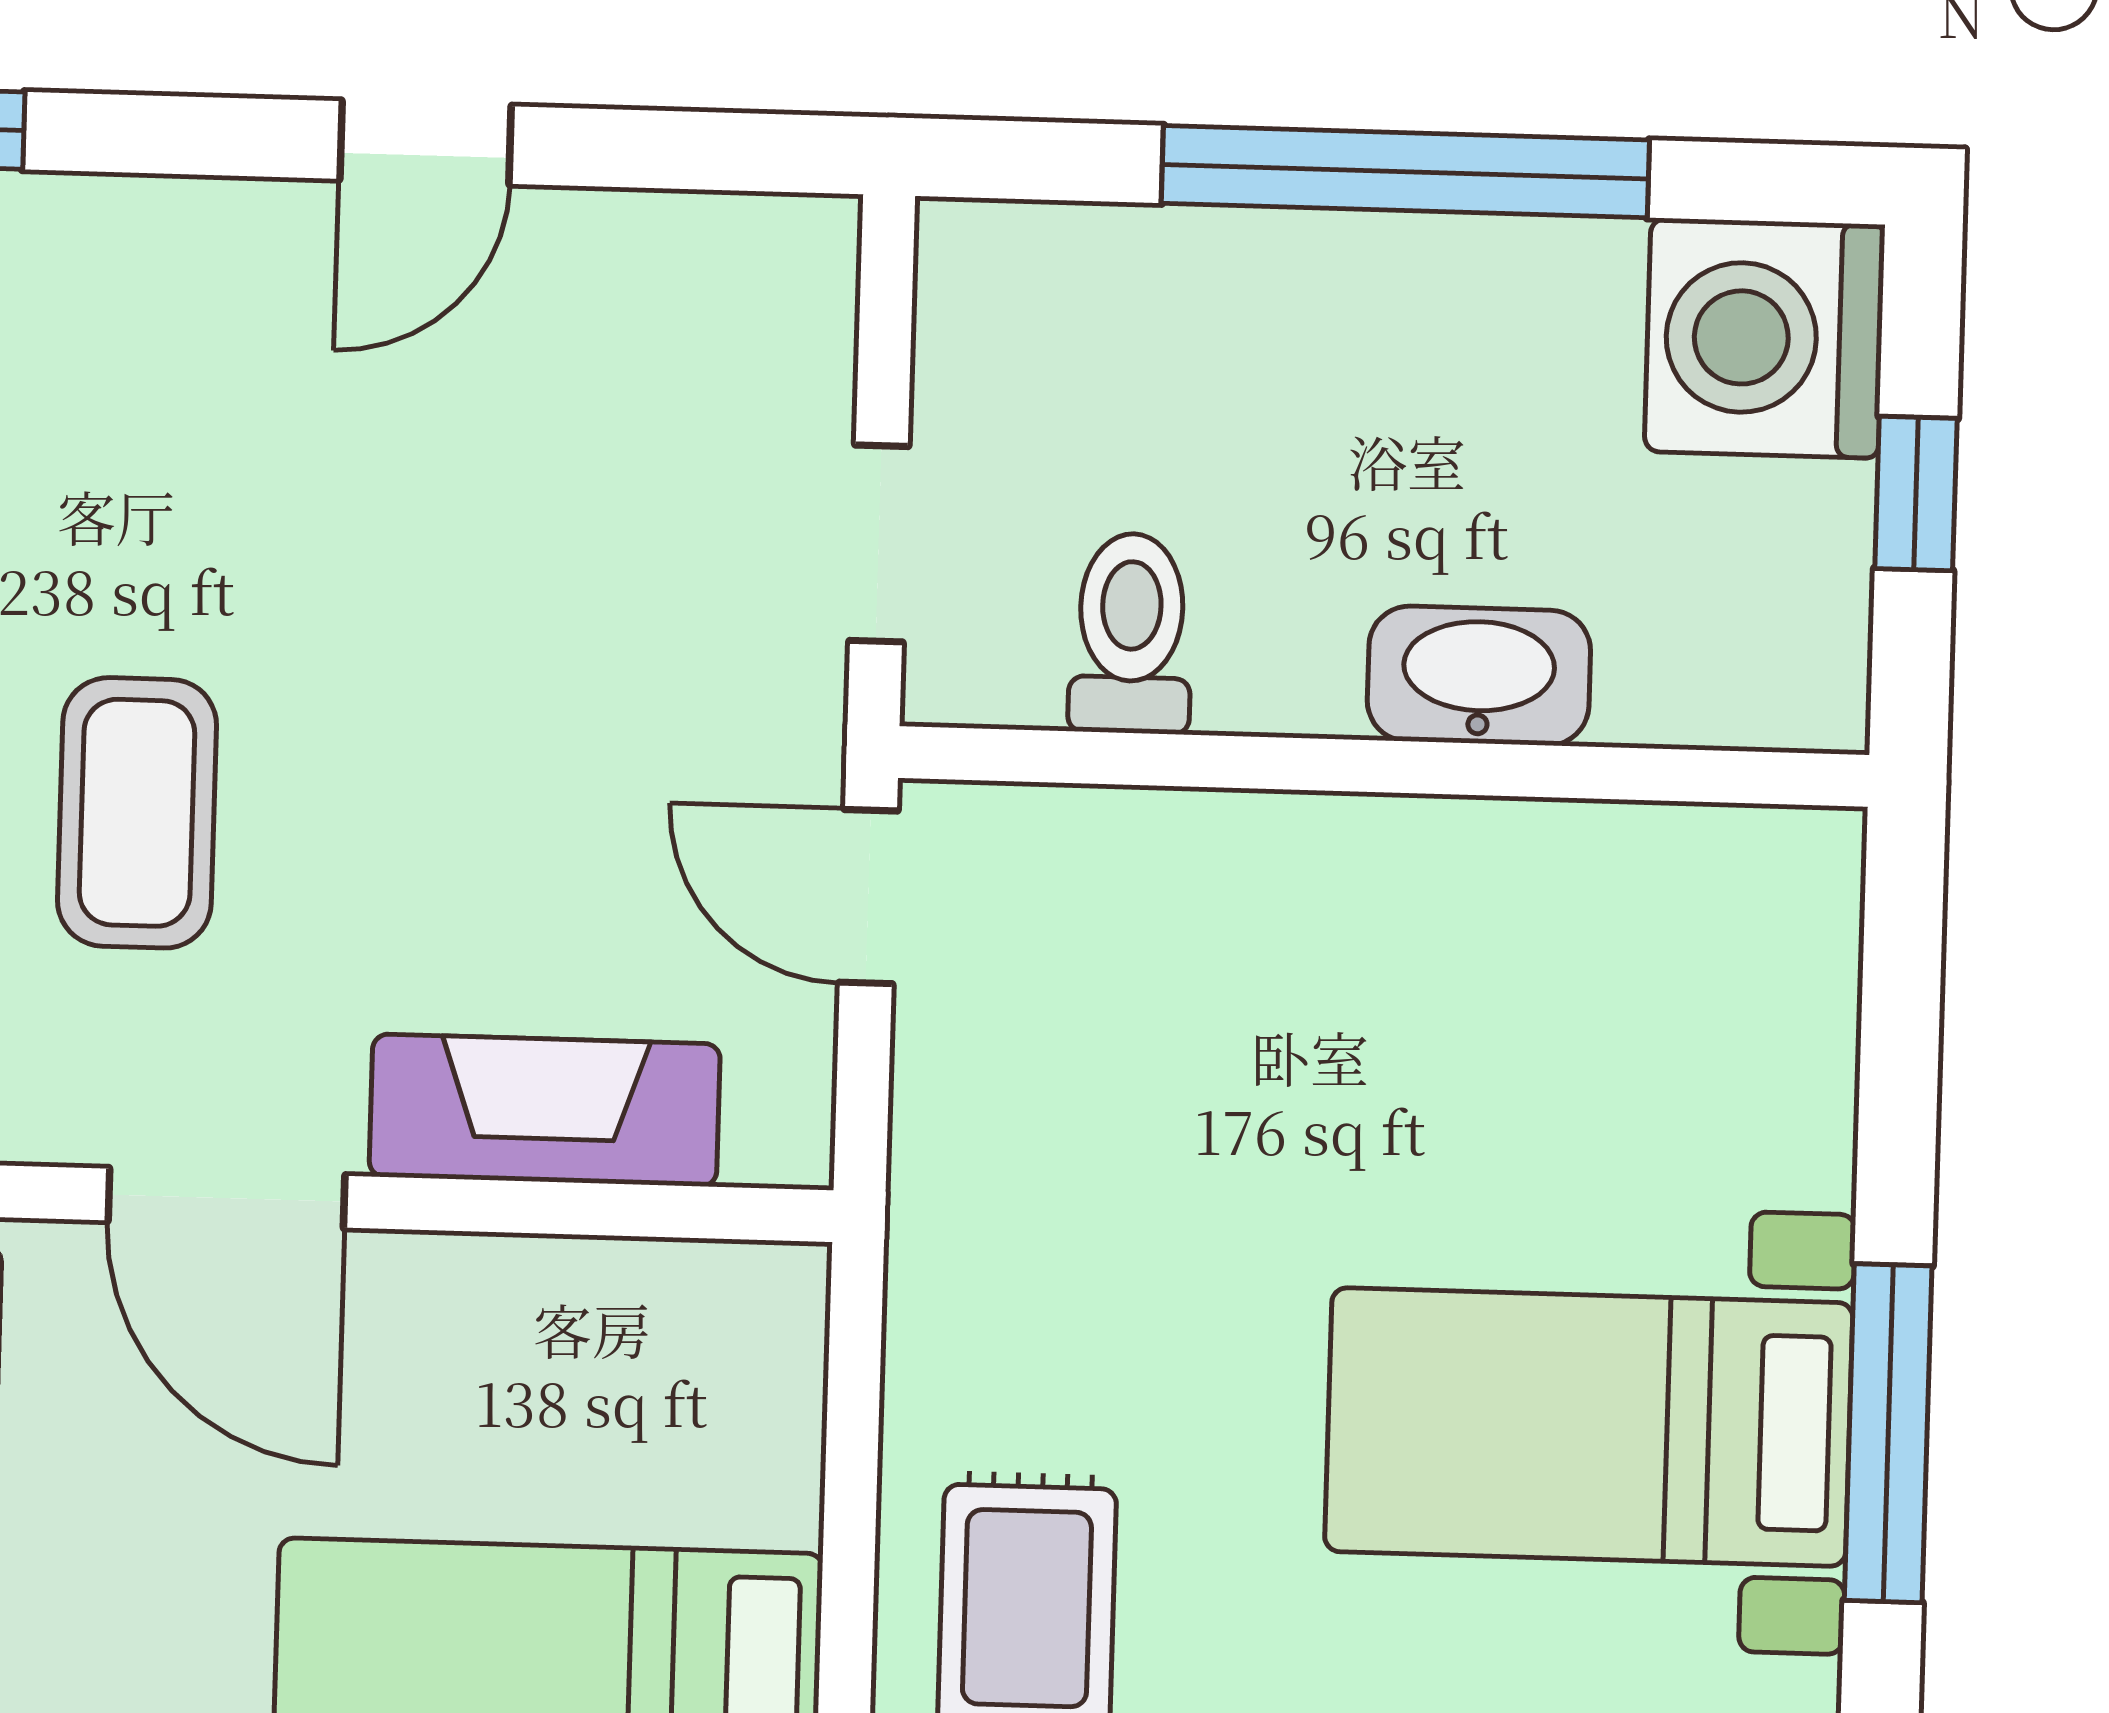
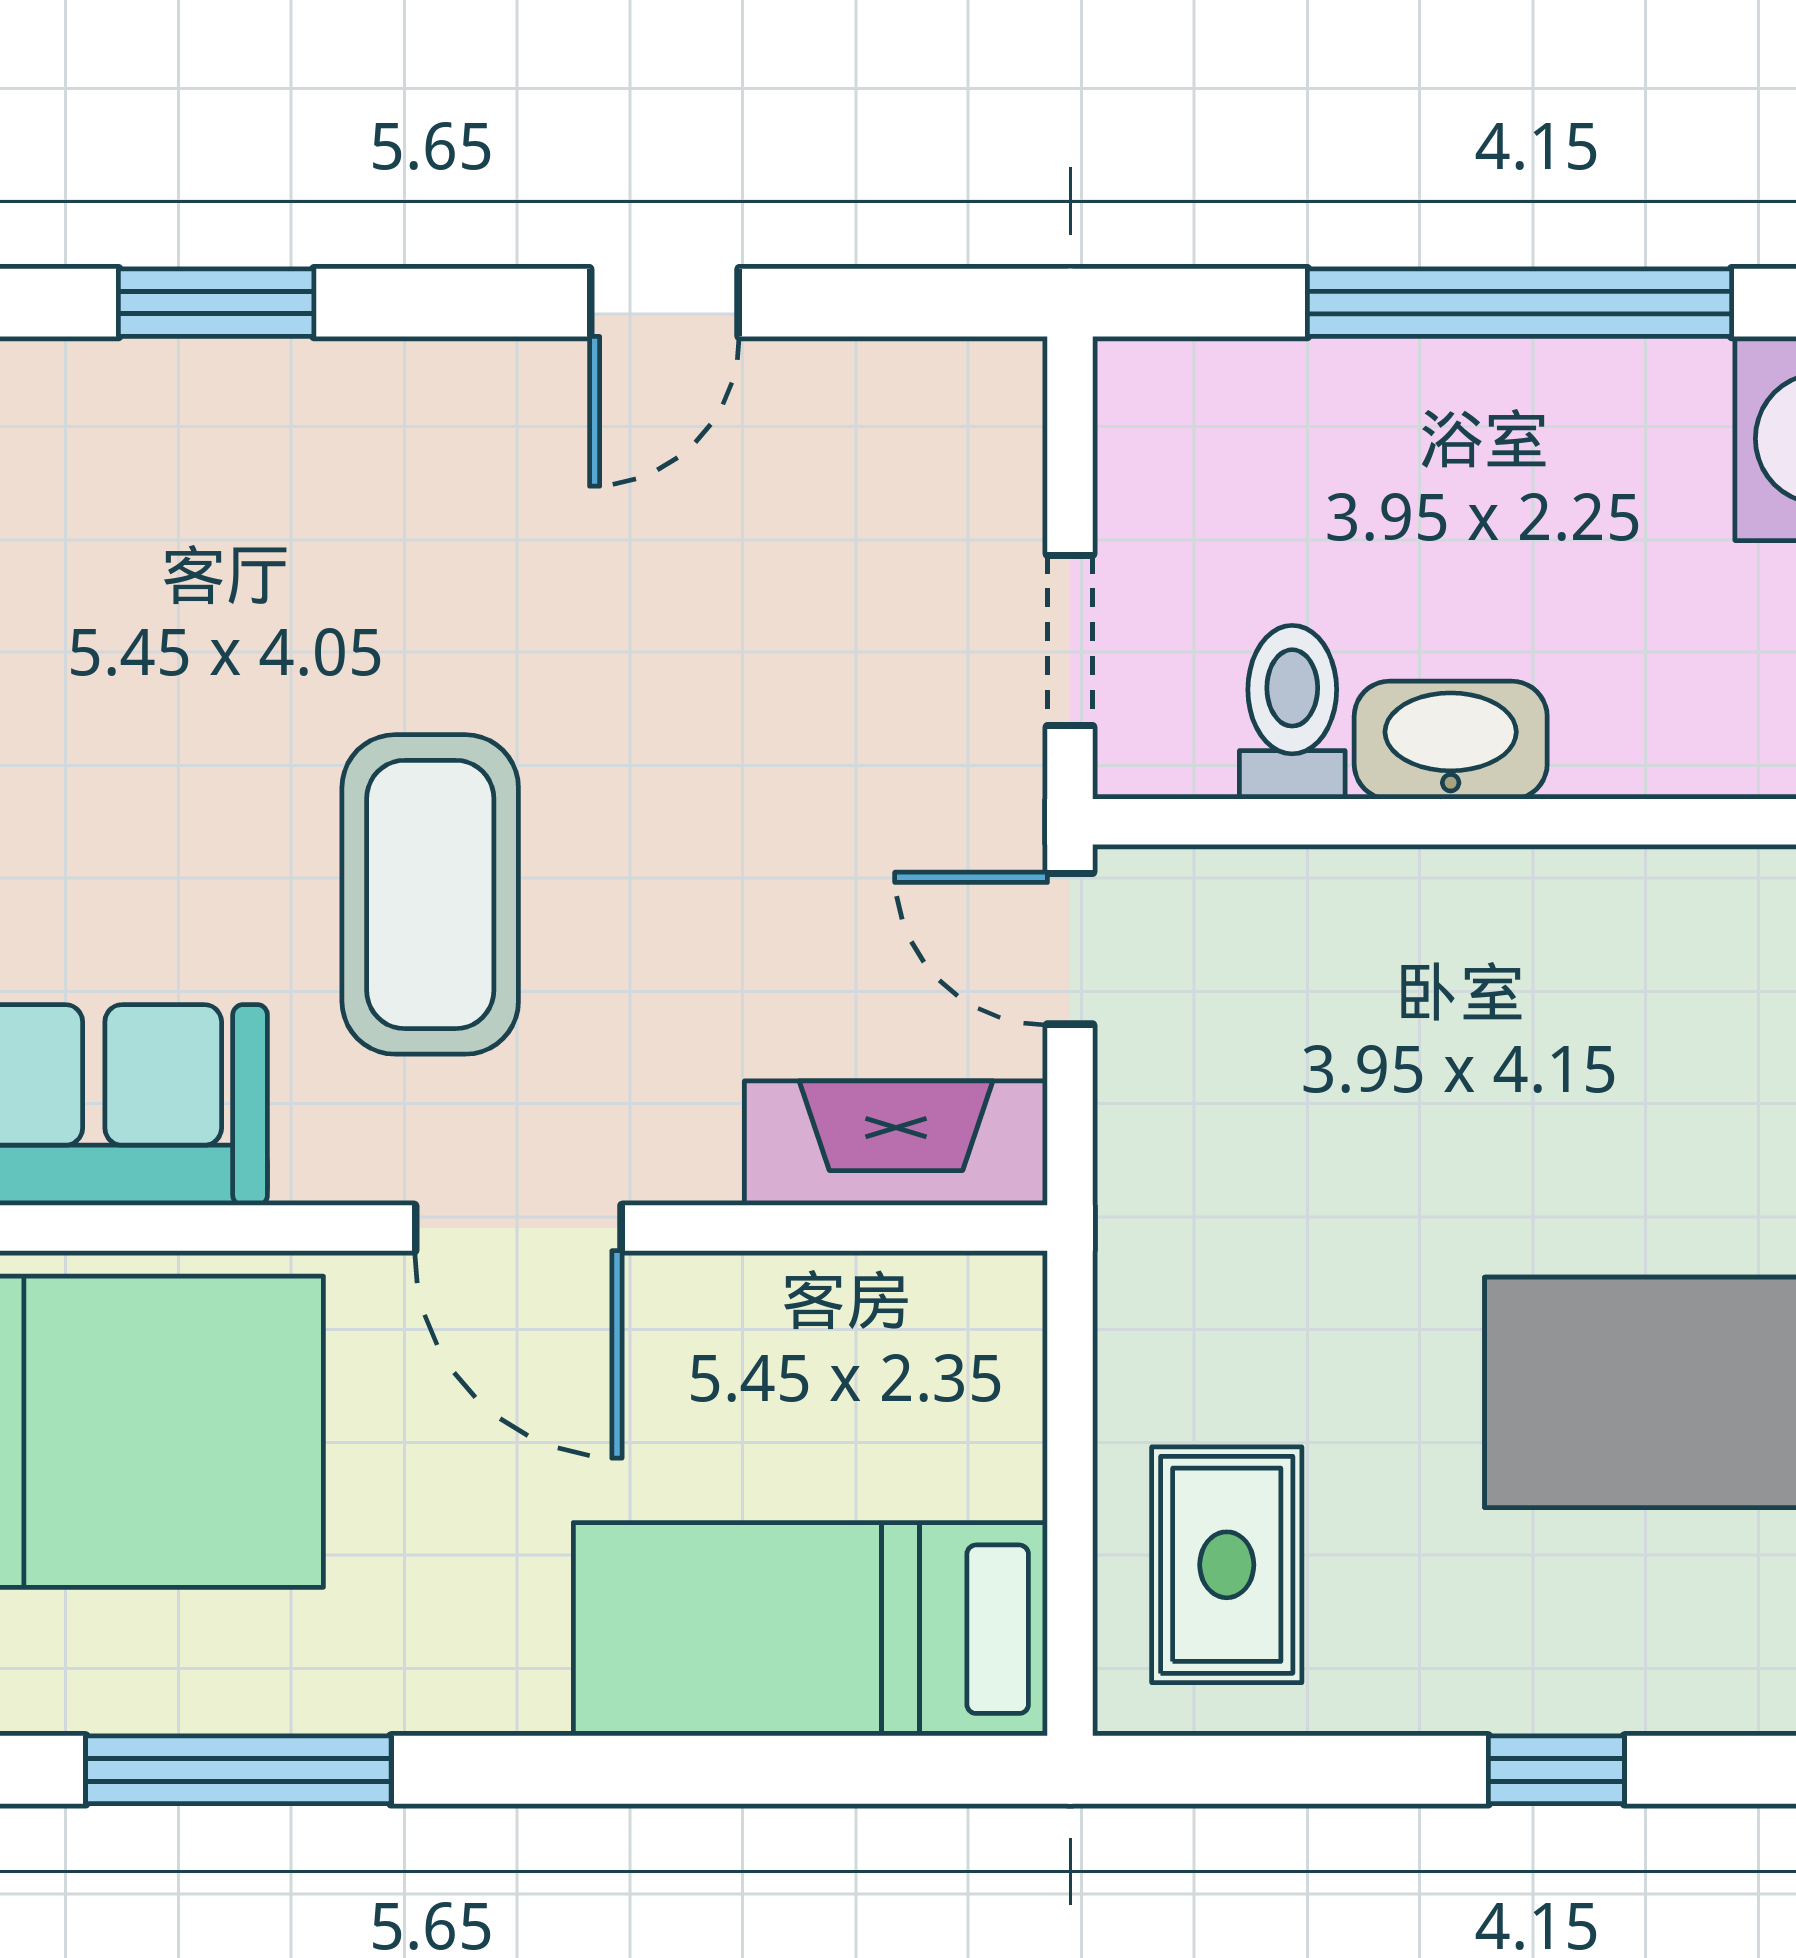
washbasin: (1479, 676) -> (1451, 740), moved
coffee table: (137, 813) -> (430, 894), width x1.36, depth x1.32
fireplace: (545, 1110) -> (896, 1143), moved

